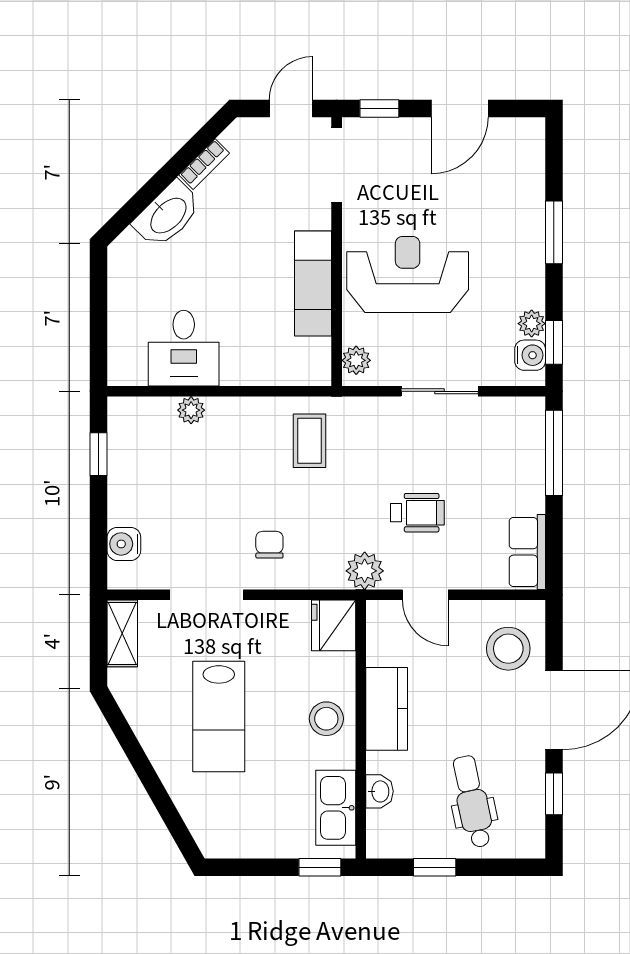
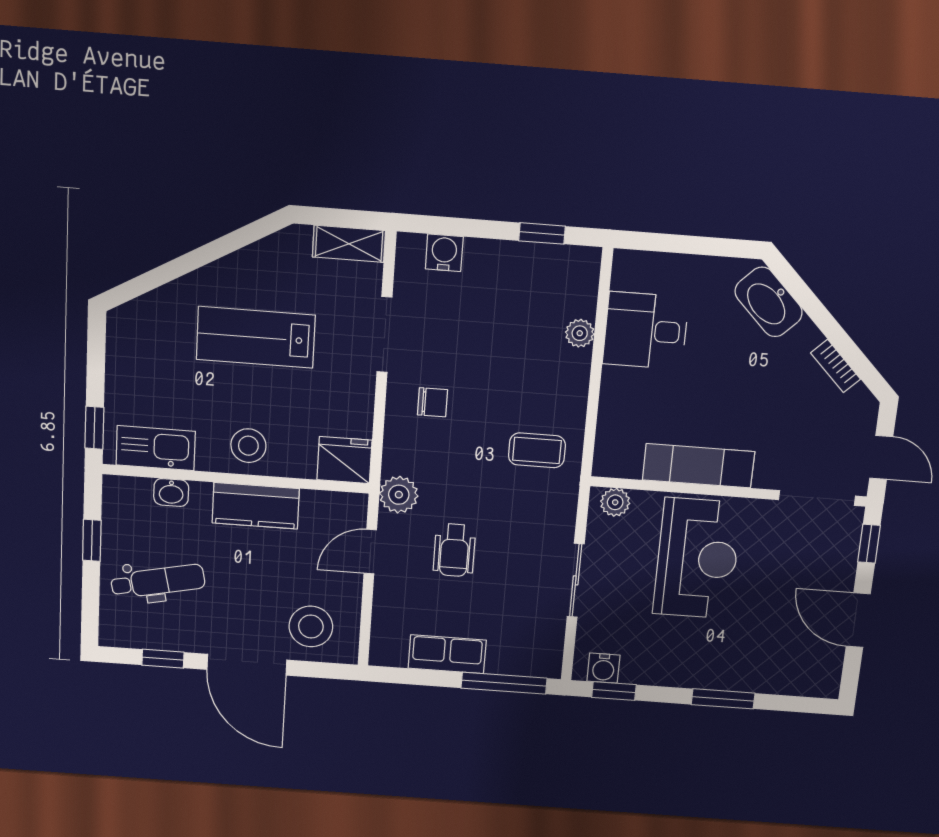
washbasin: (168, 215) -> (769, 302), moved
plant: (532, 324) -> (635, 672), removed
row of seats: (527, 552) -> (447, 654), moved

